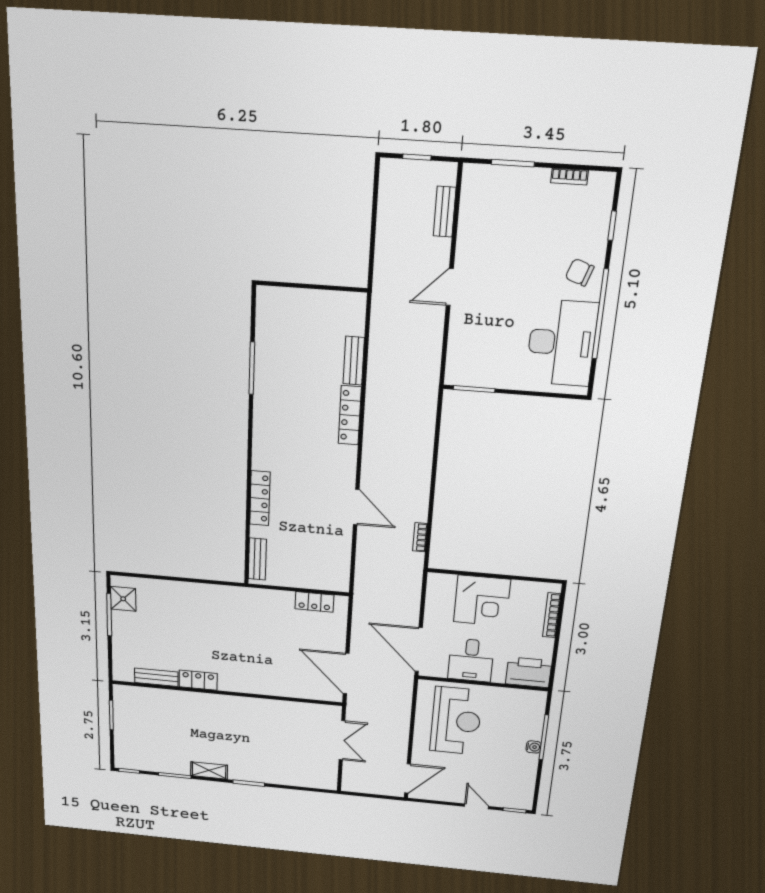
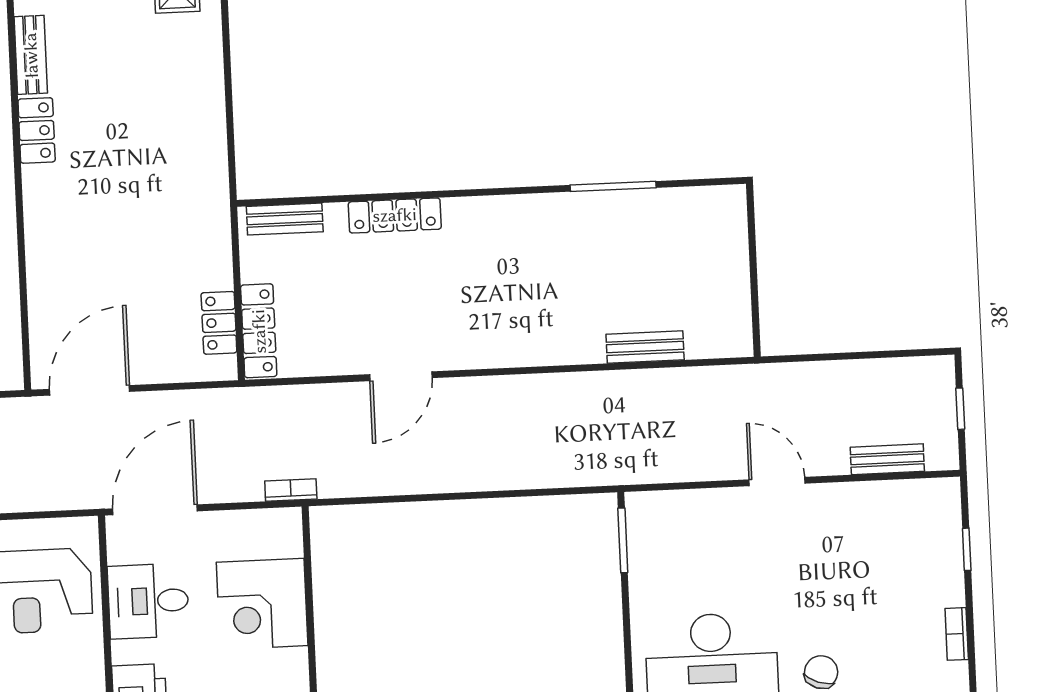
window: (513, 163) -> (967, 549), width x0.67
locker: (350, 415) -> (259, 331), moved, turned 90
bookcase: (420, 537) -> (291, 490), moved

